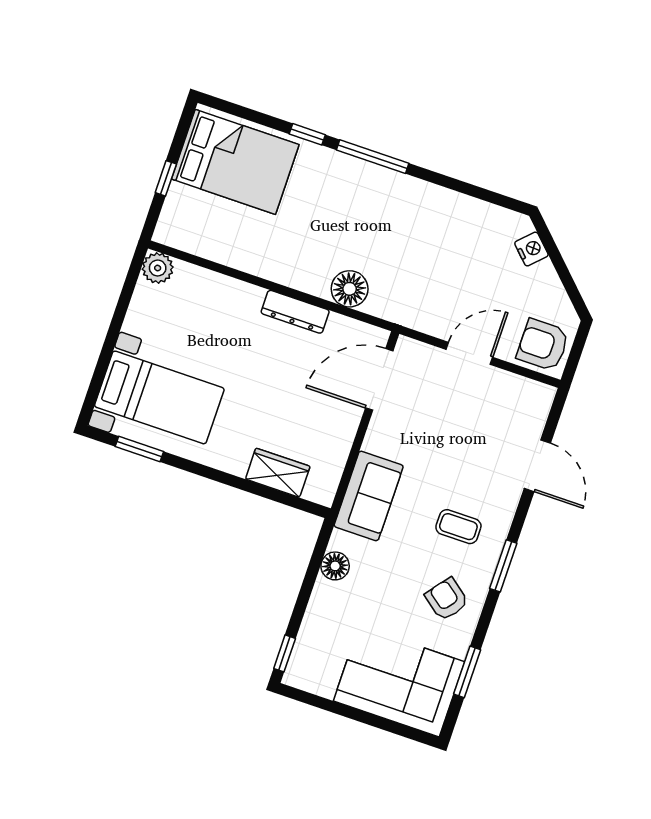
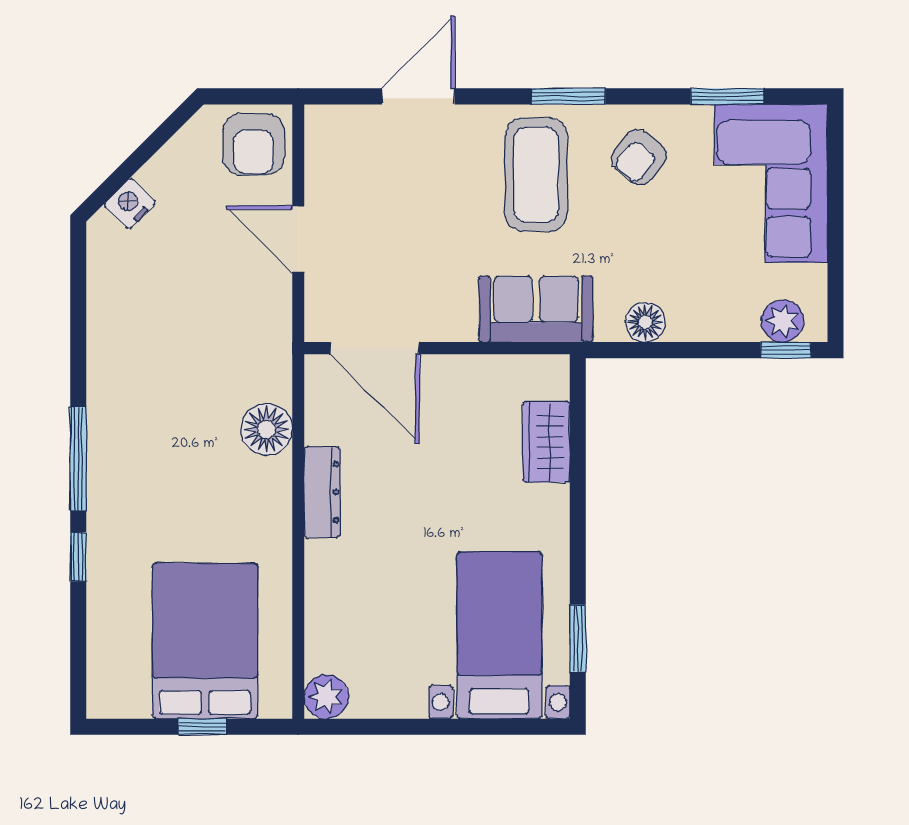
bed: (235, 162) -> (205, 641), moved
coffee table: (458, 527) -> (536, 174), width x1.86, depth x1.72
plant: (305, 658) -> (782, 321), added

